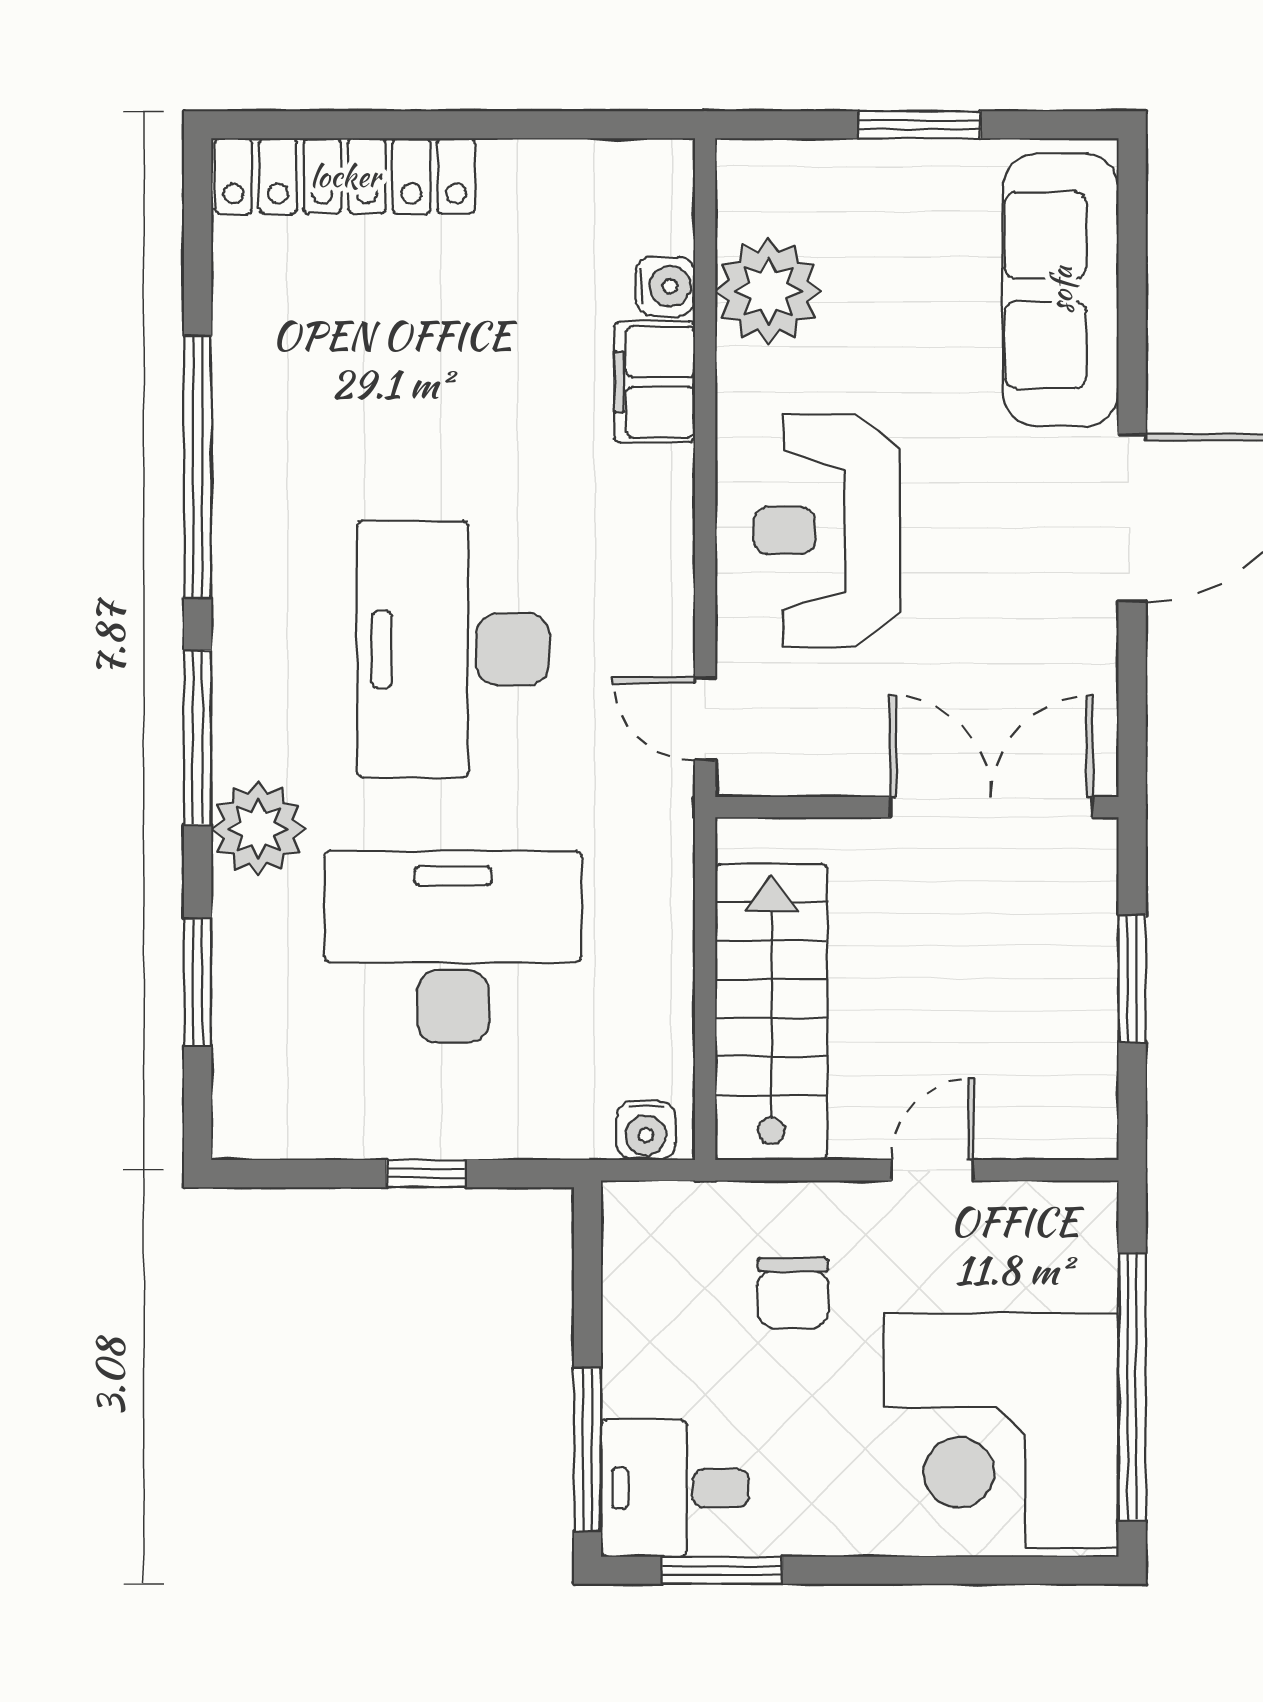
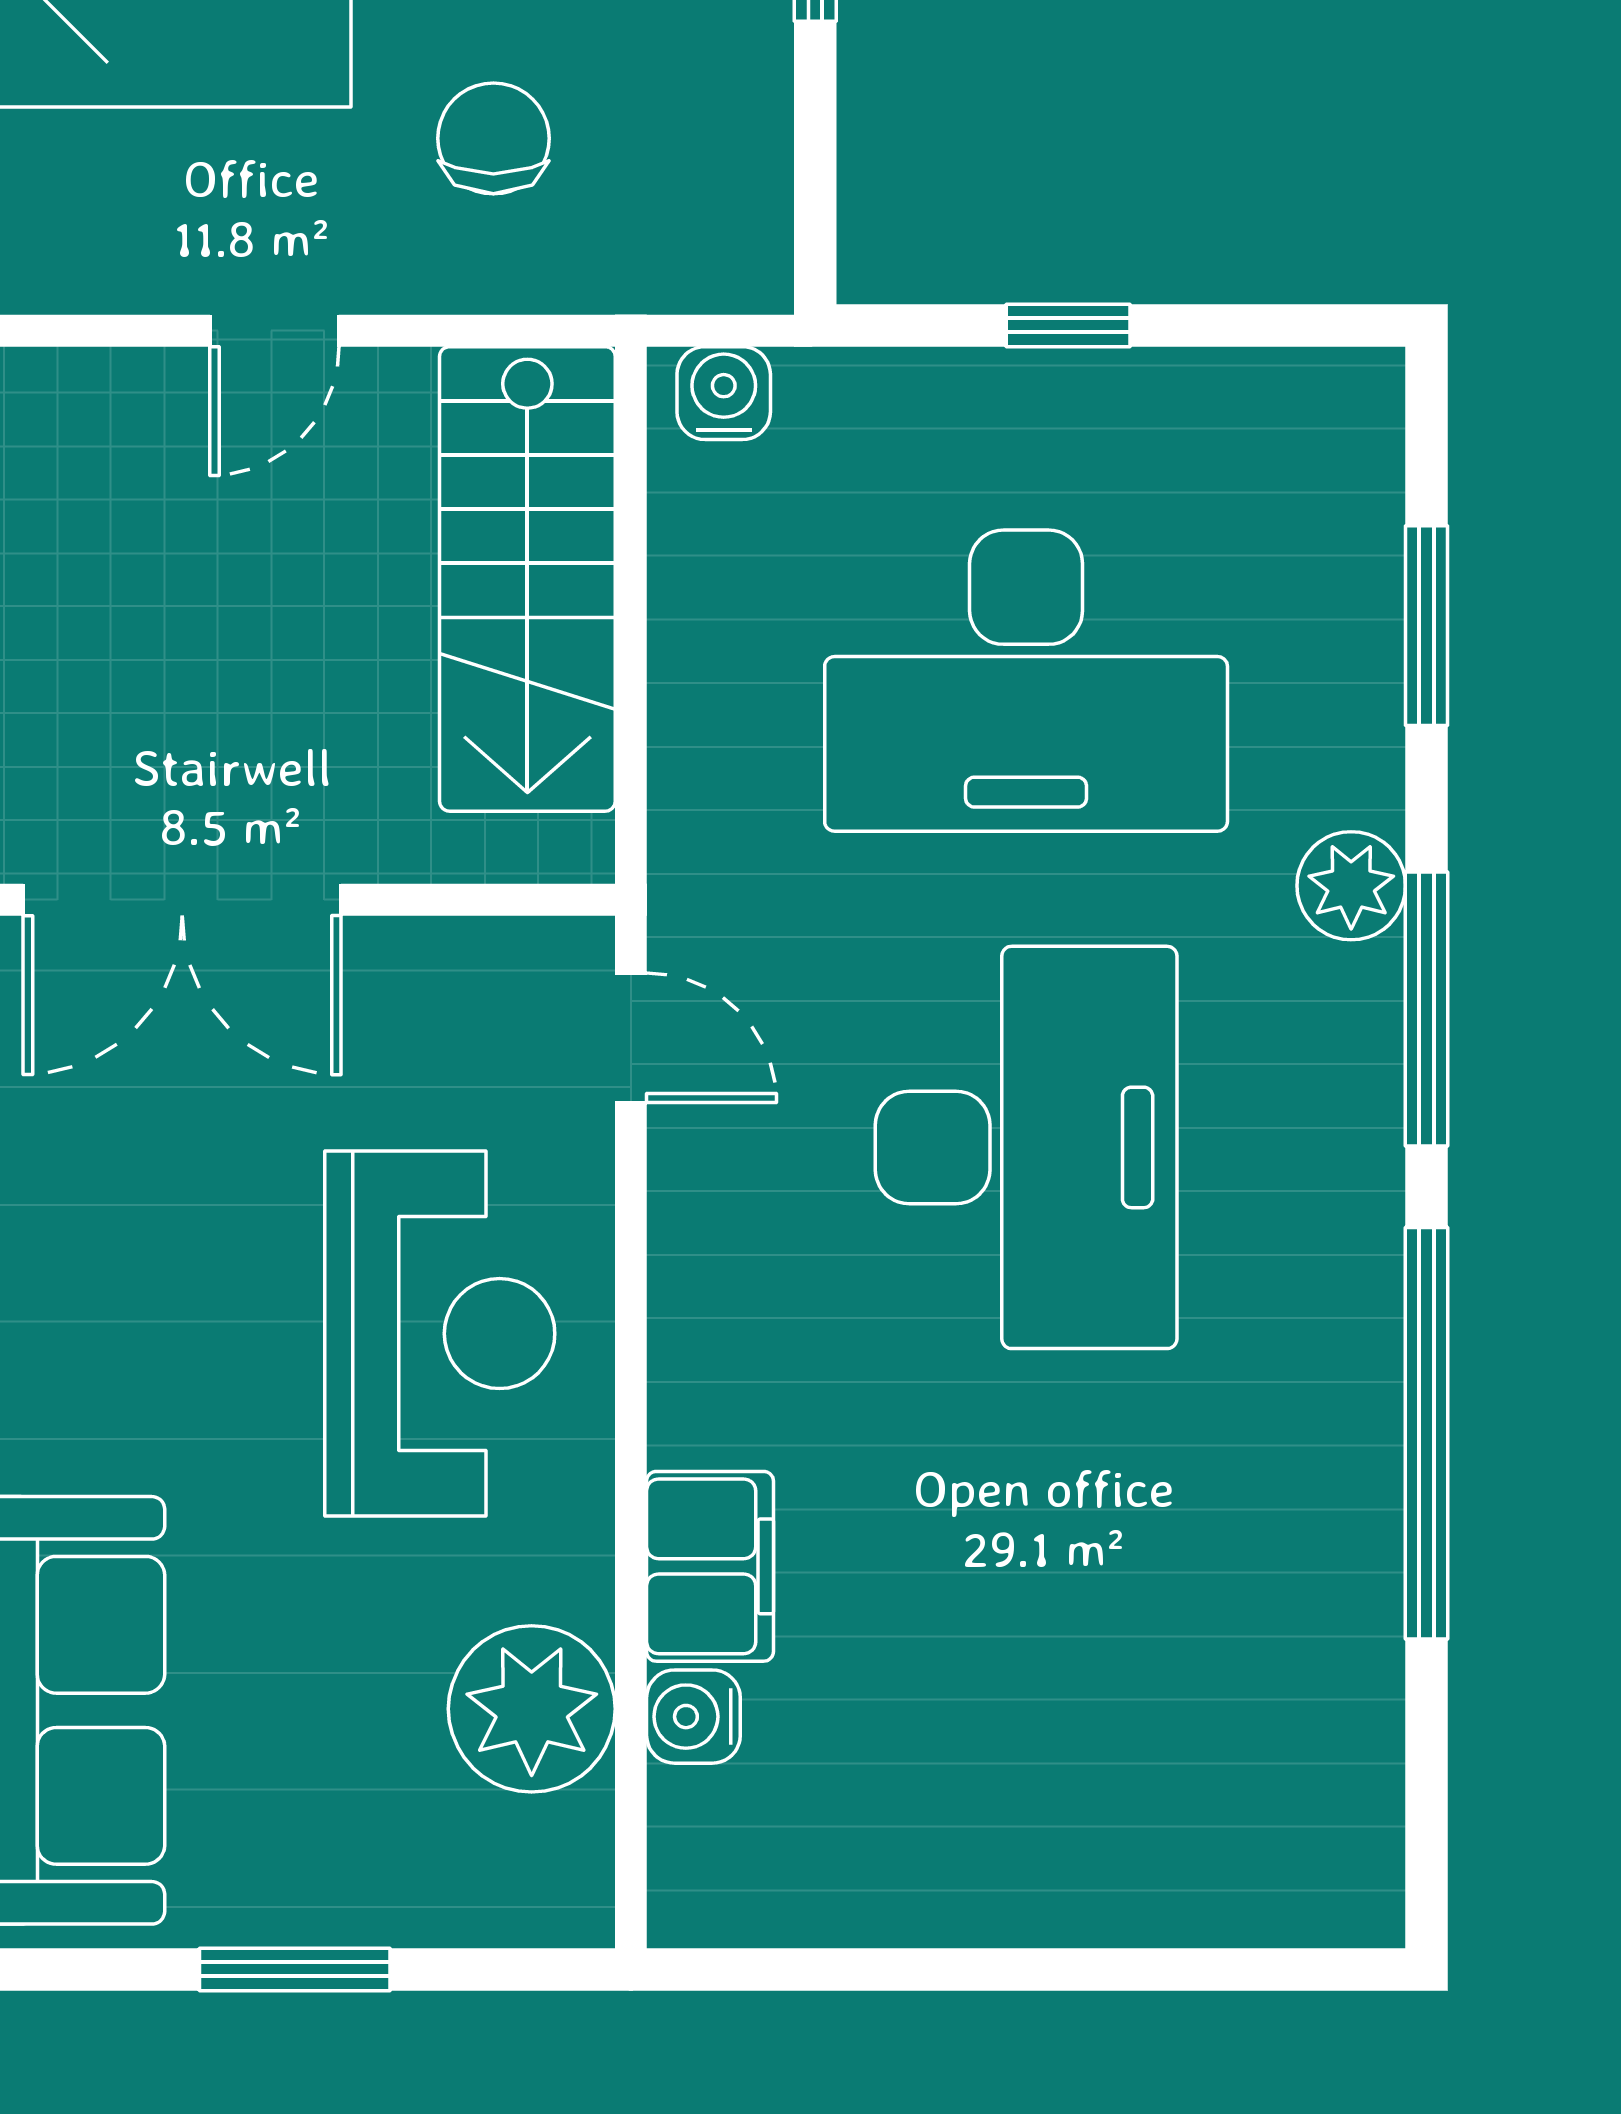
locker: (345, 176) -> (1196, 1889), removed
plant: (258, 829) -> (1351, 886), width x0.73, depth x0.73

